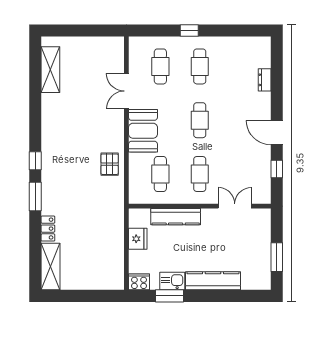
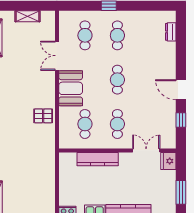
shelving: (91, 43) -> (27, 16), added
dresser: (265, 80) -> (171, 32), moved
pallet: (110, 164) -> (43, 116), turned 90
fridge: (138, 239) -> (168, 161), moved, turned 180

